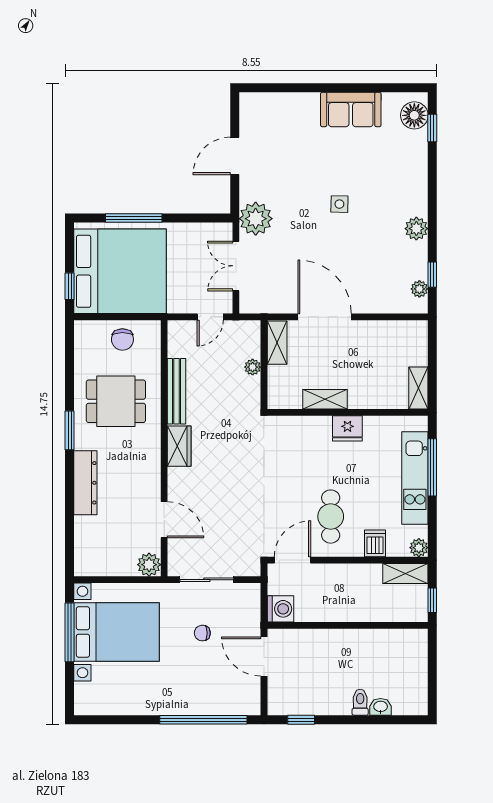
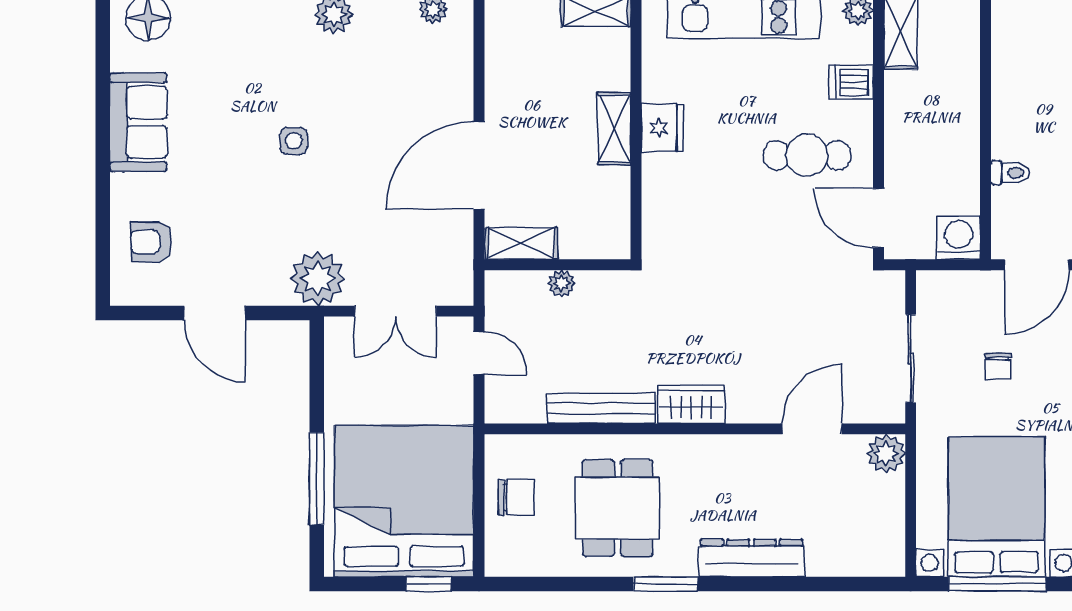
armchair: (278, 117) -> (151, 242), added
shelving: (325, 399) -> (614, 129), moved
toilet: (320, 640) -> (1010, 173), added

